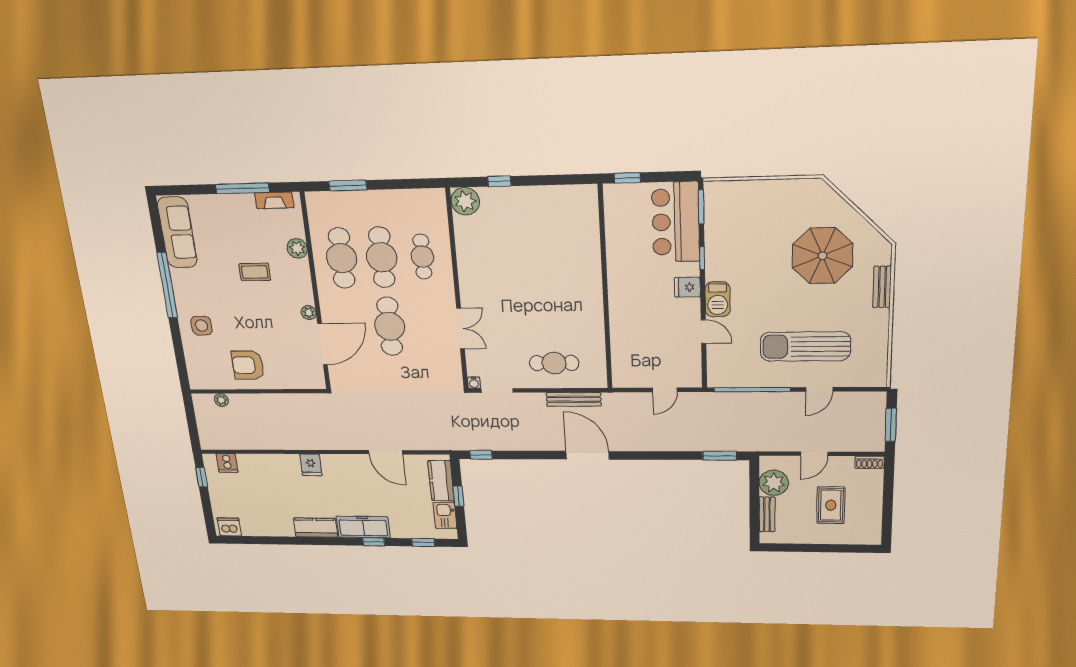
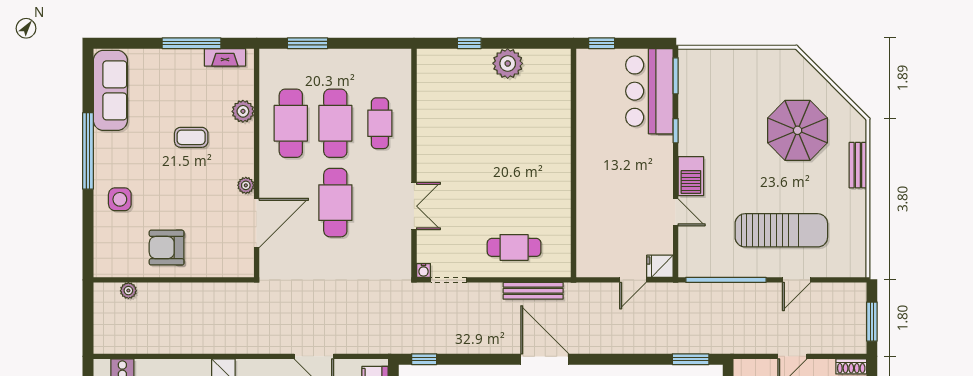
plant: (465, 201) -> (508, 63), moved
fridge: (687, 287) -> (660, 266), moved
sun lounger: (805, 346) -> (781, 230), turned 180

